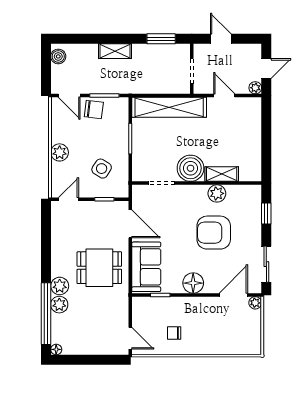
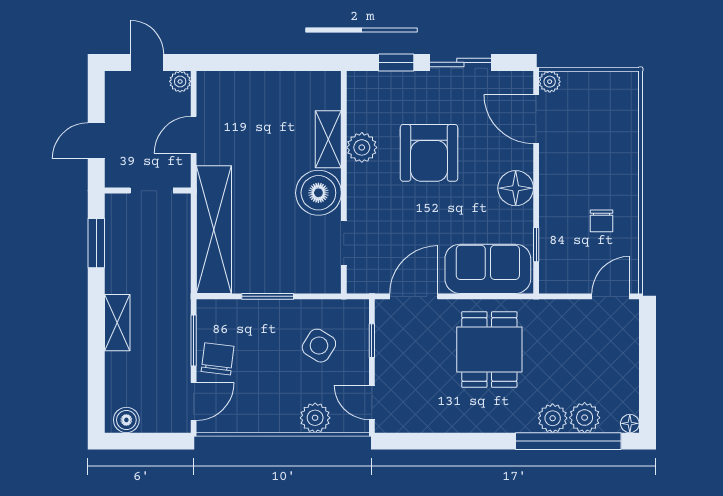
plant: (60, 152) -> (315, 418), moved
sliding door: (266, 264) -> (460, 62), moved
plant: (60, 286) -> (585, 418), moved

